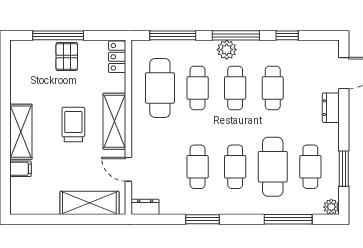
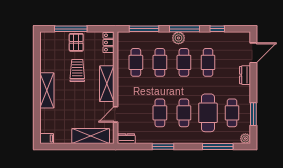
cafe table: (160, 88) -> (136, 62), width x0.73, depth x0.74
trolley: (73, 124) -> (77, 71), moved
filing cabinet: (20, 169) -> (47, 138), moved
door: (128, 169) -> (116, 114), hinge flipped

